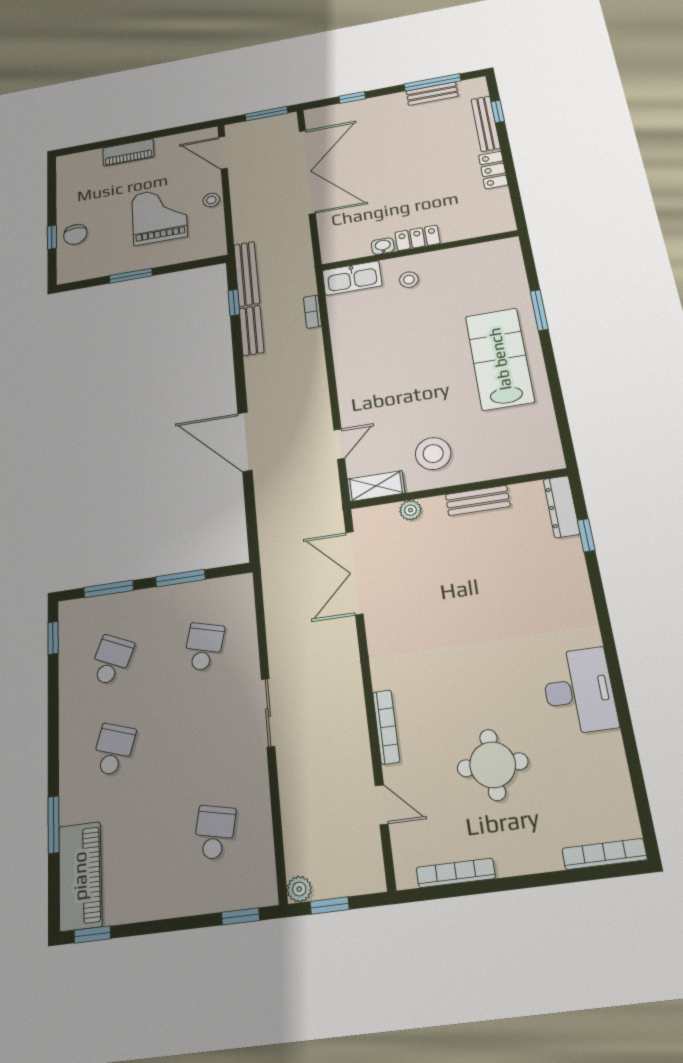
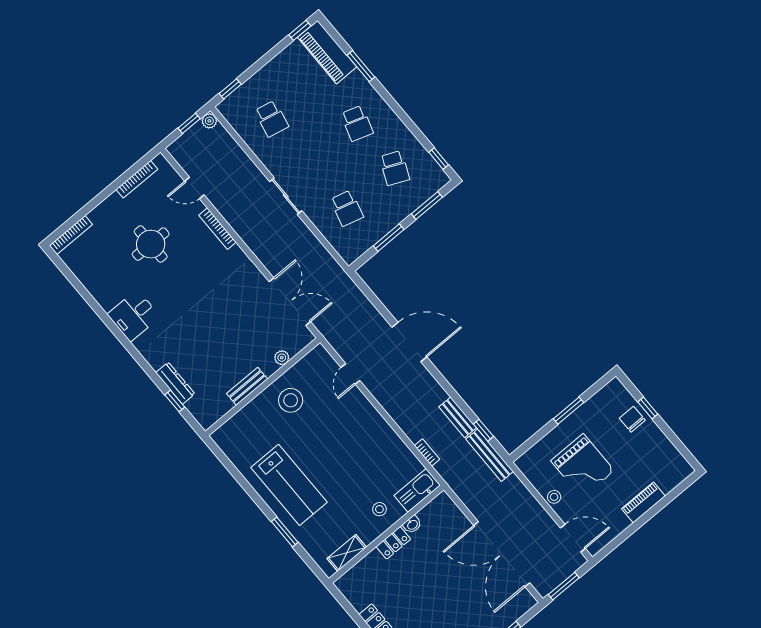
shelving: (376, 486) -> (347, 553), moved
dresser: (562, 507) -> (175, 383), moved
desk: (579, 691) -> (134, 316), width x0.73

